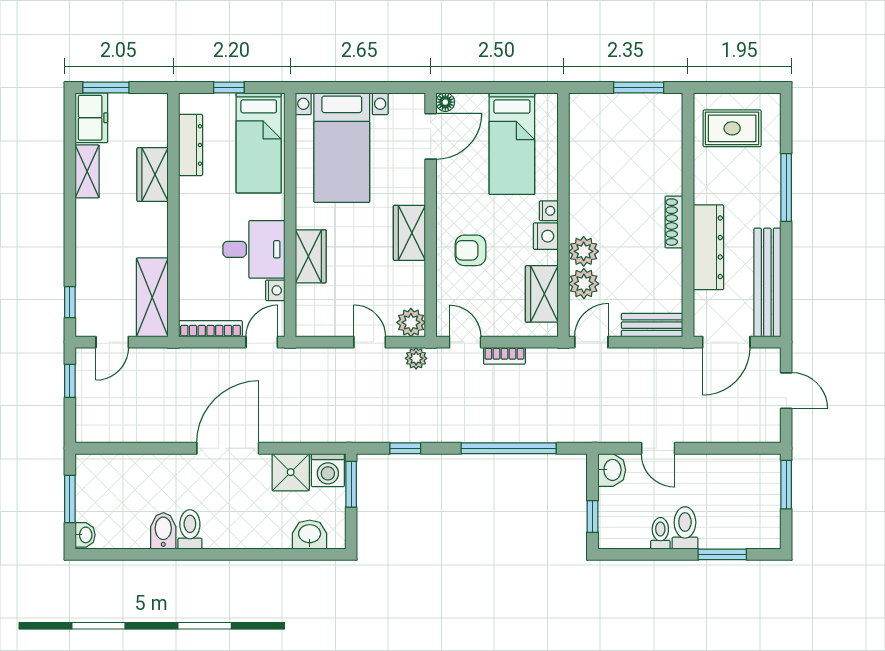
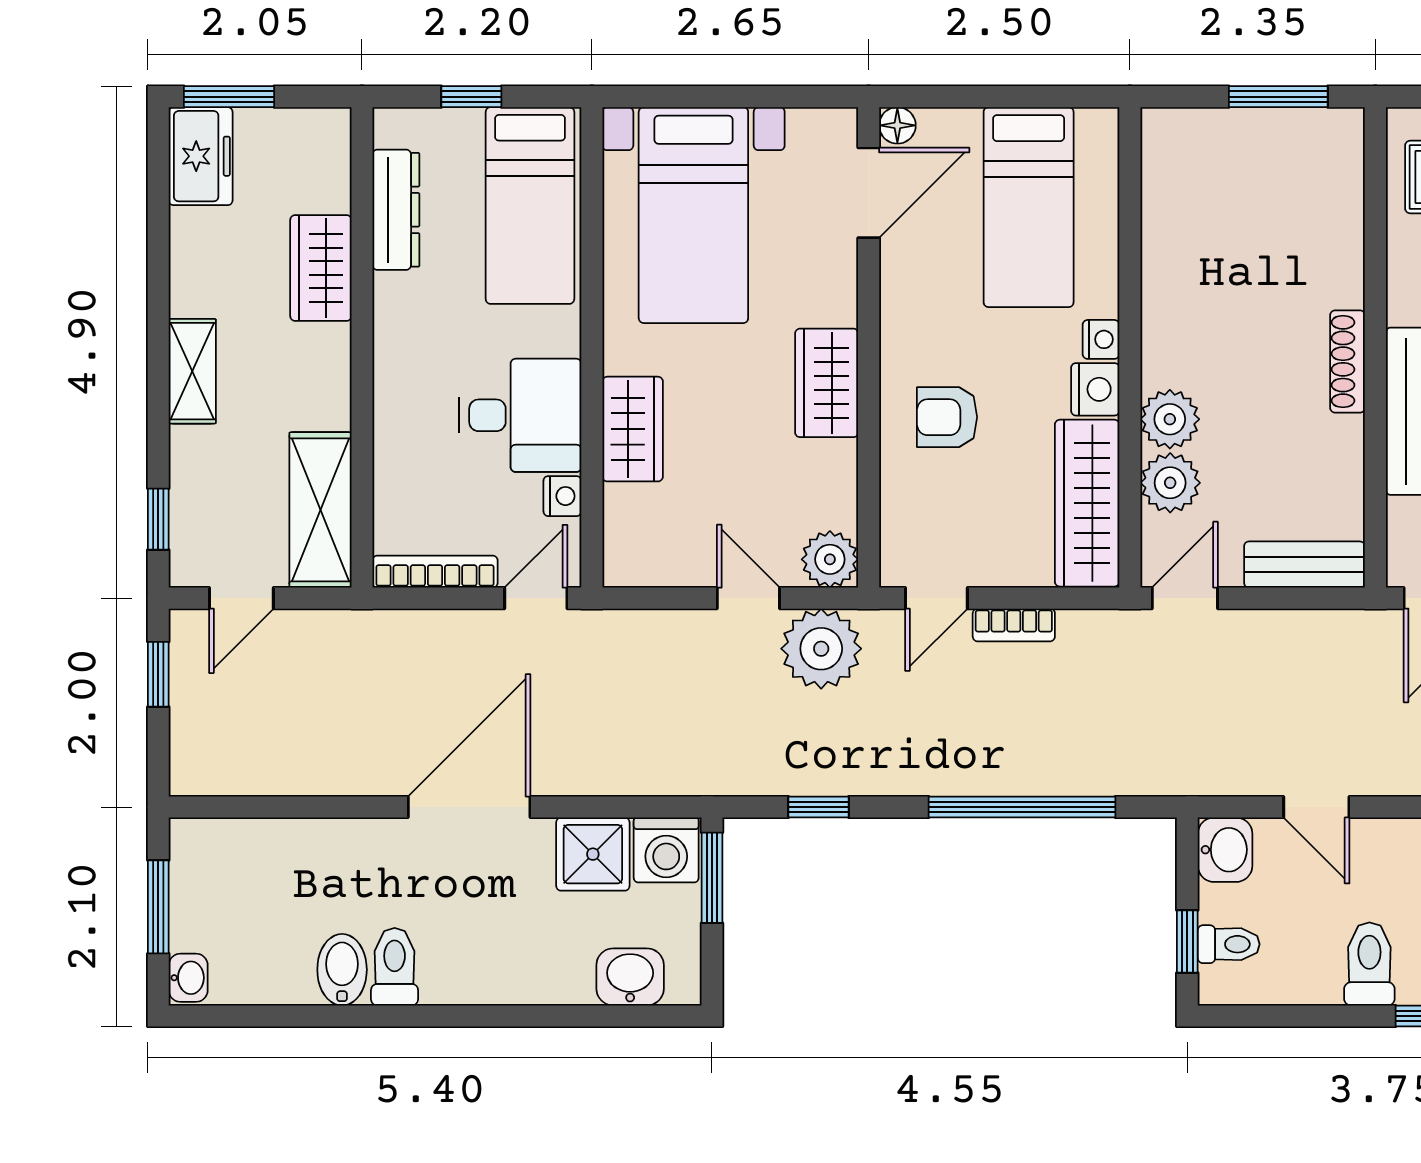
shelving: (87, 171) -> (192, 371), moved
wardrobe: (542, 294) -> (1087, 503), width x1.50
door: (465, 342) -> (936, 598), swing flipped
plant: (416, 358) -> (821, 649), width x1.88, depth x1.88
toilet: (660, 533) -> (1229, 944), moved, turned 90

